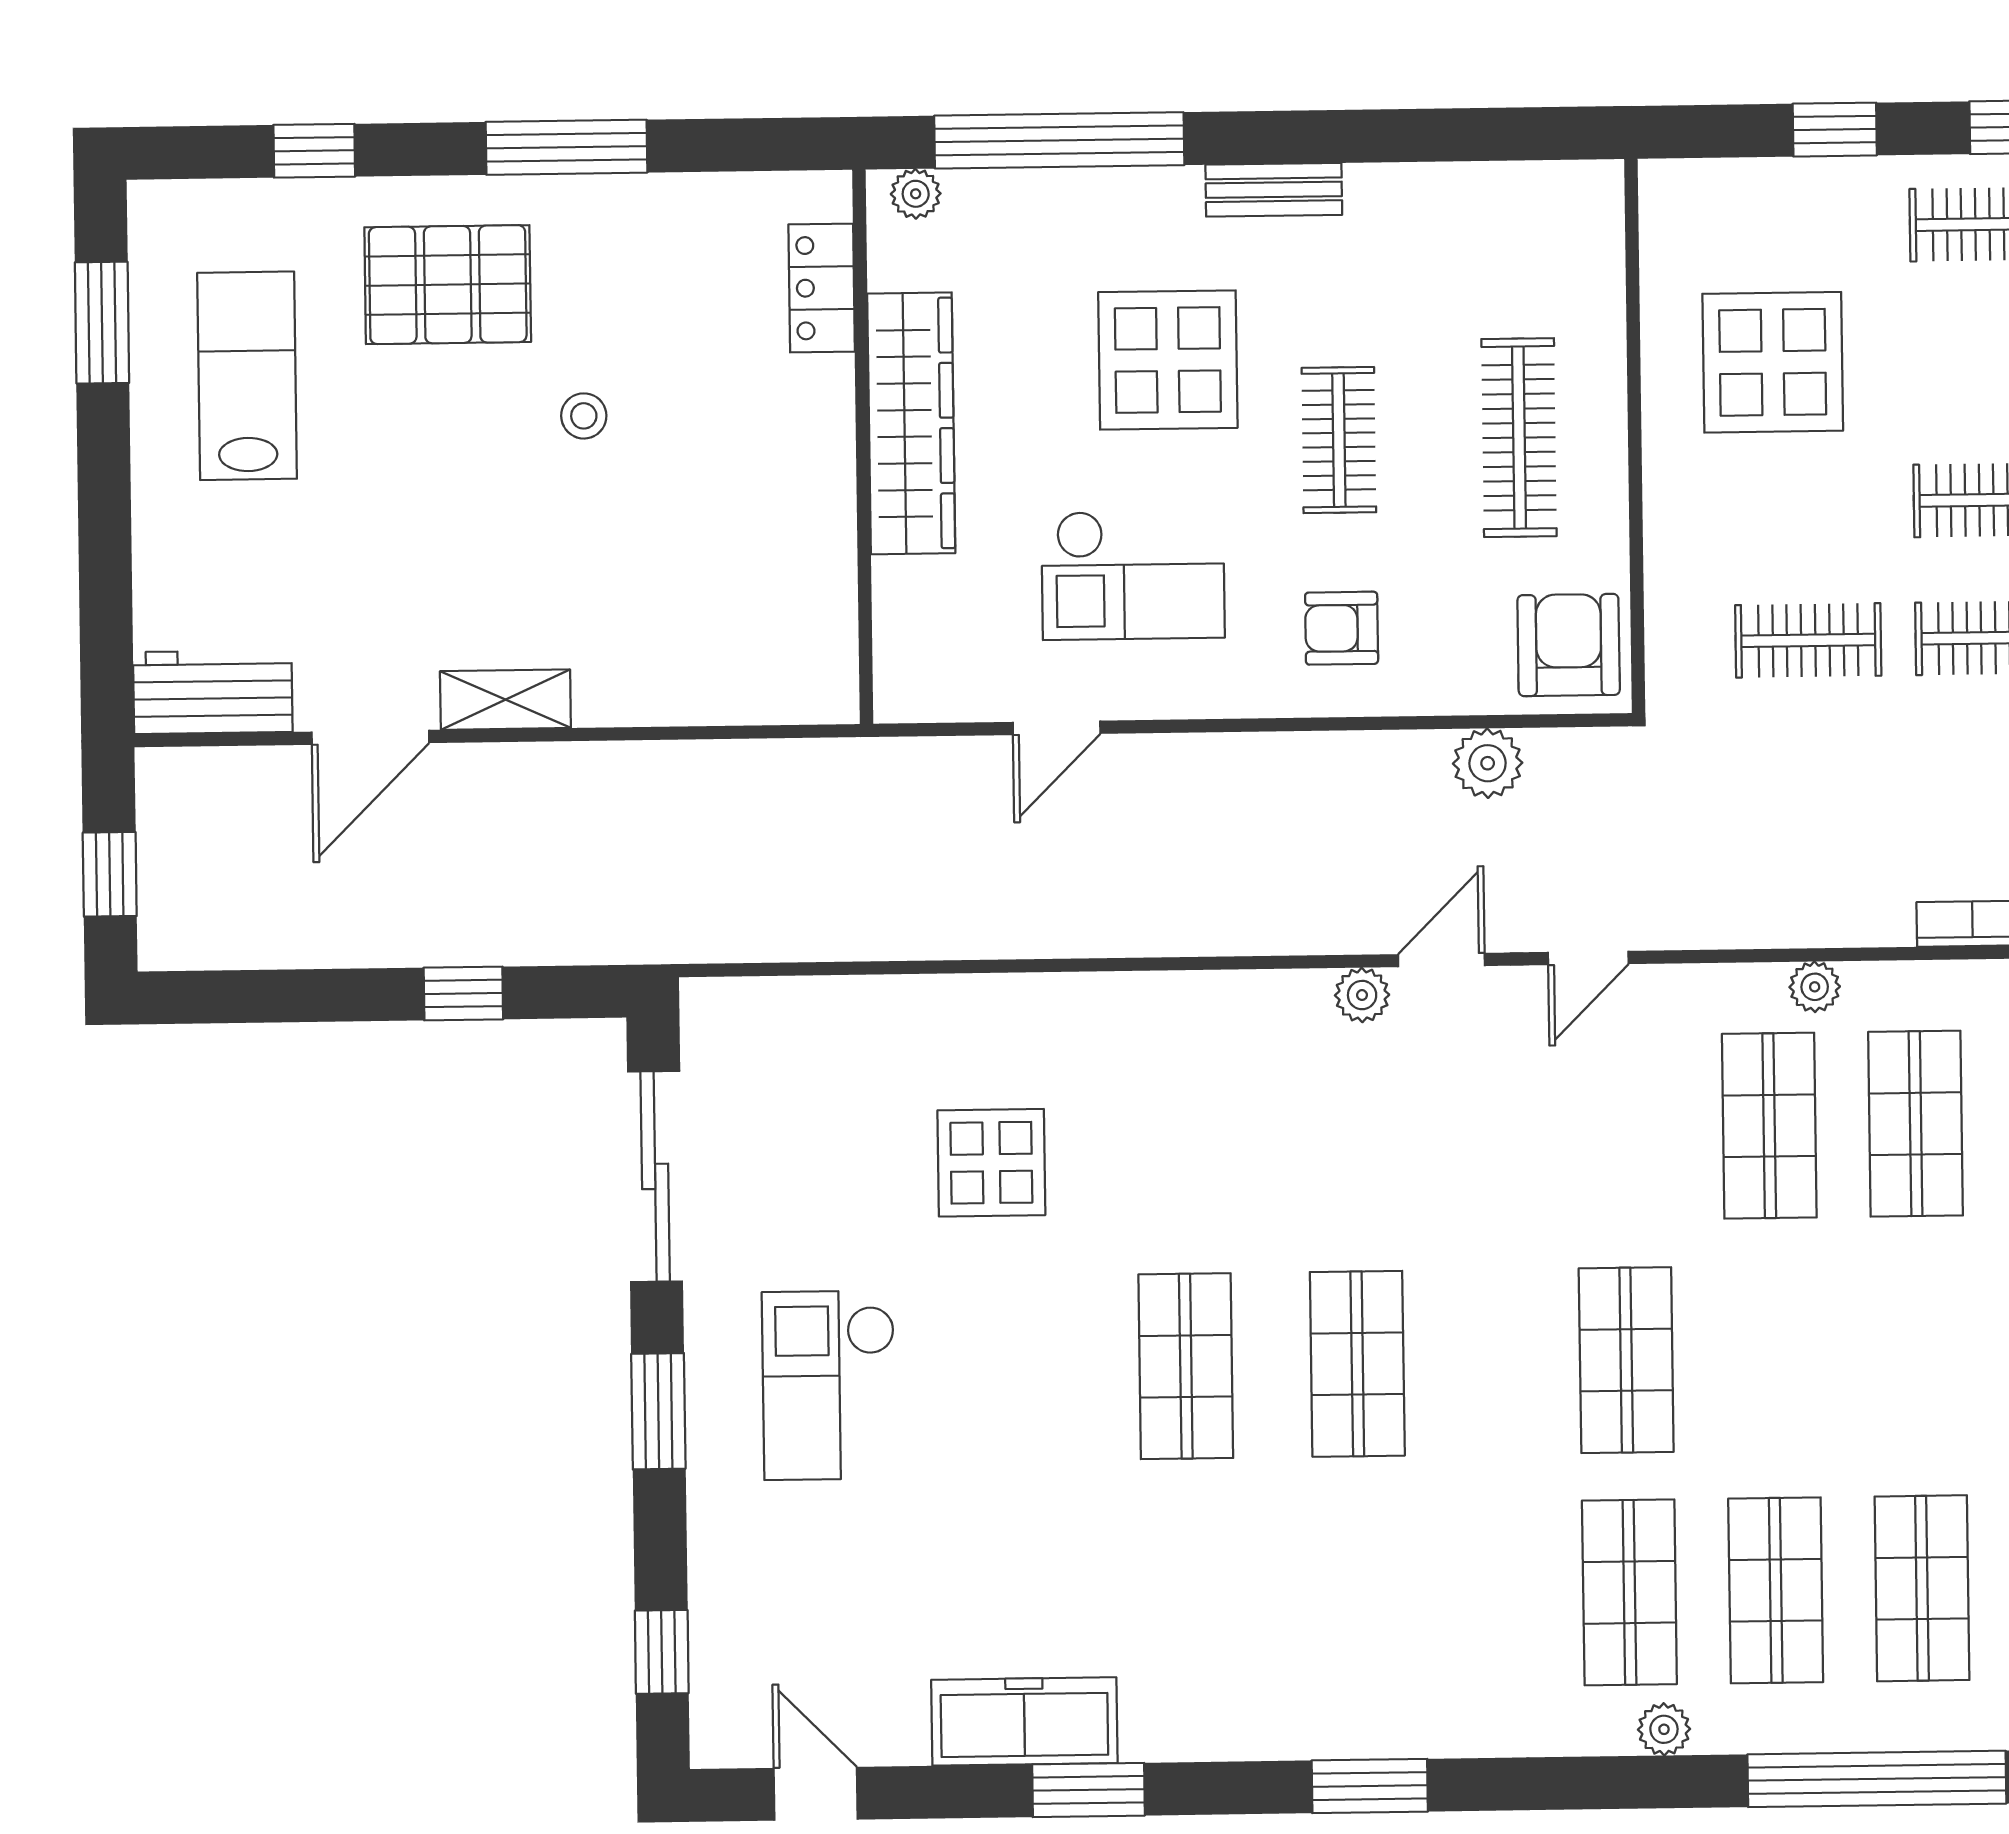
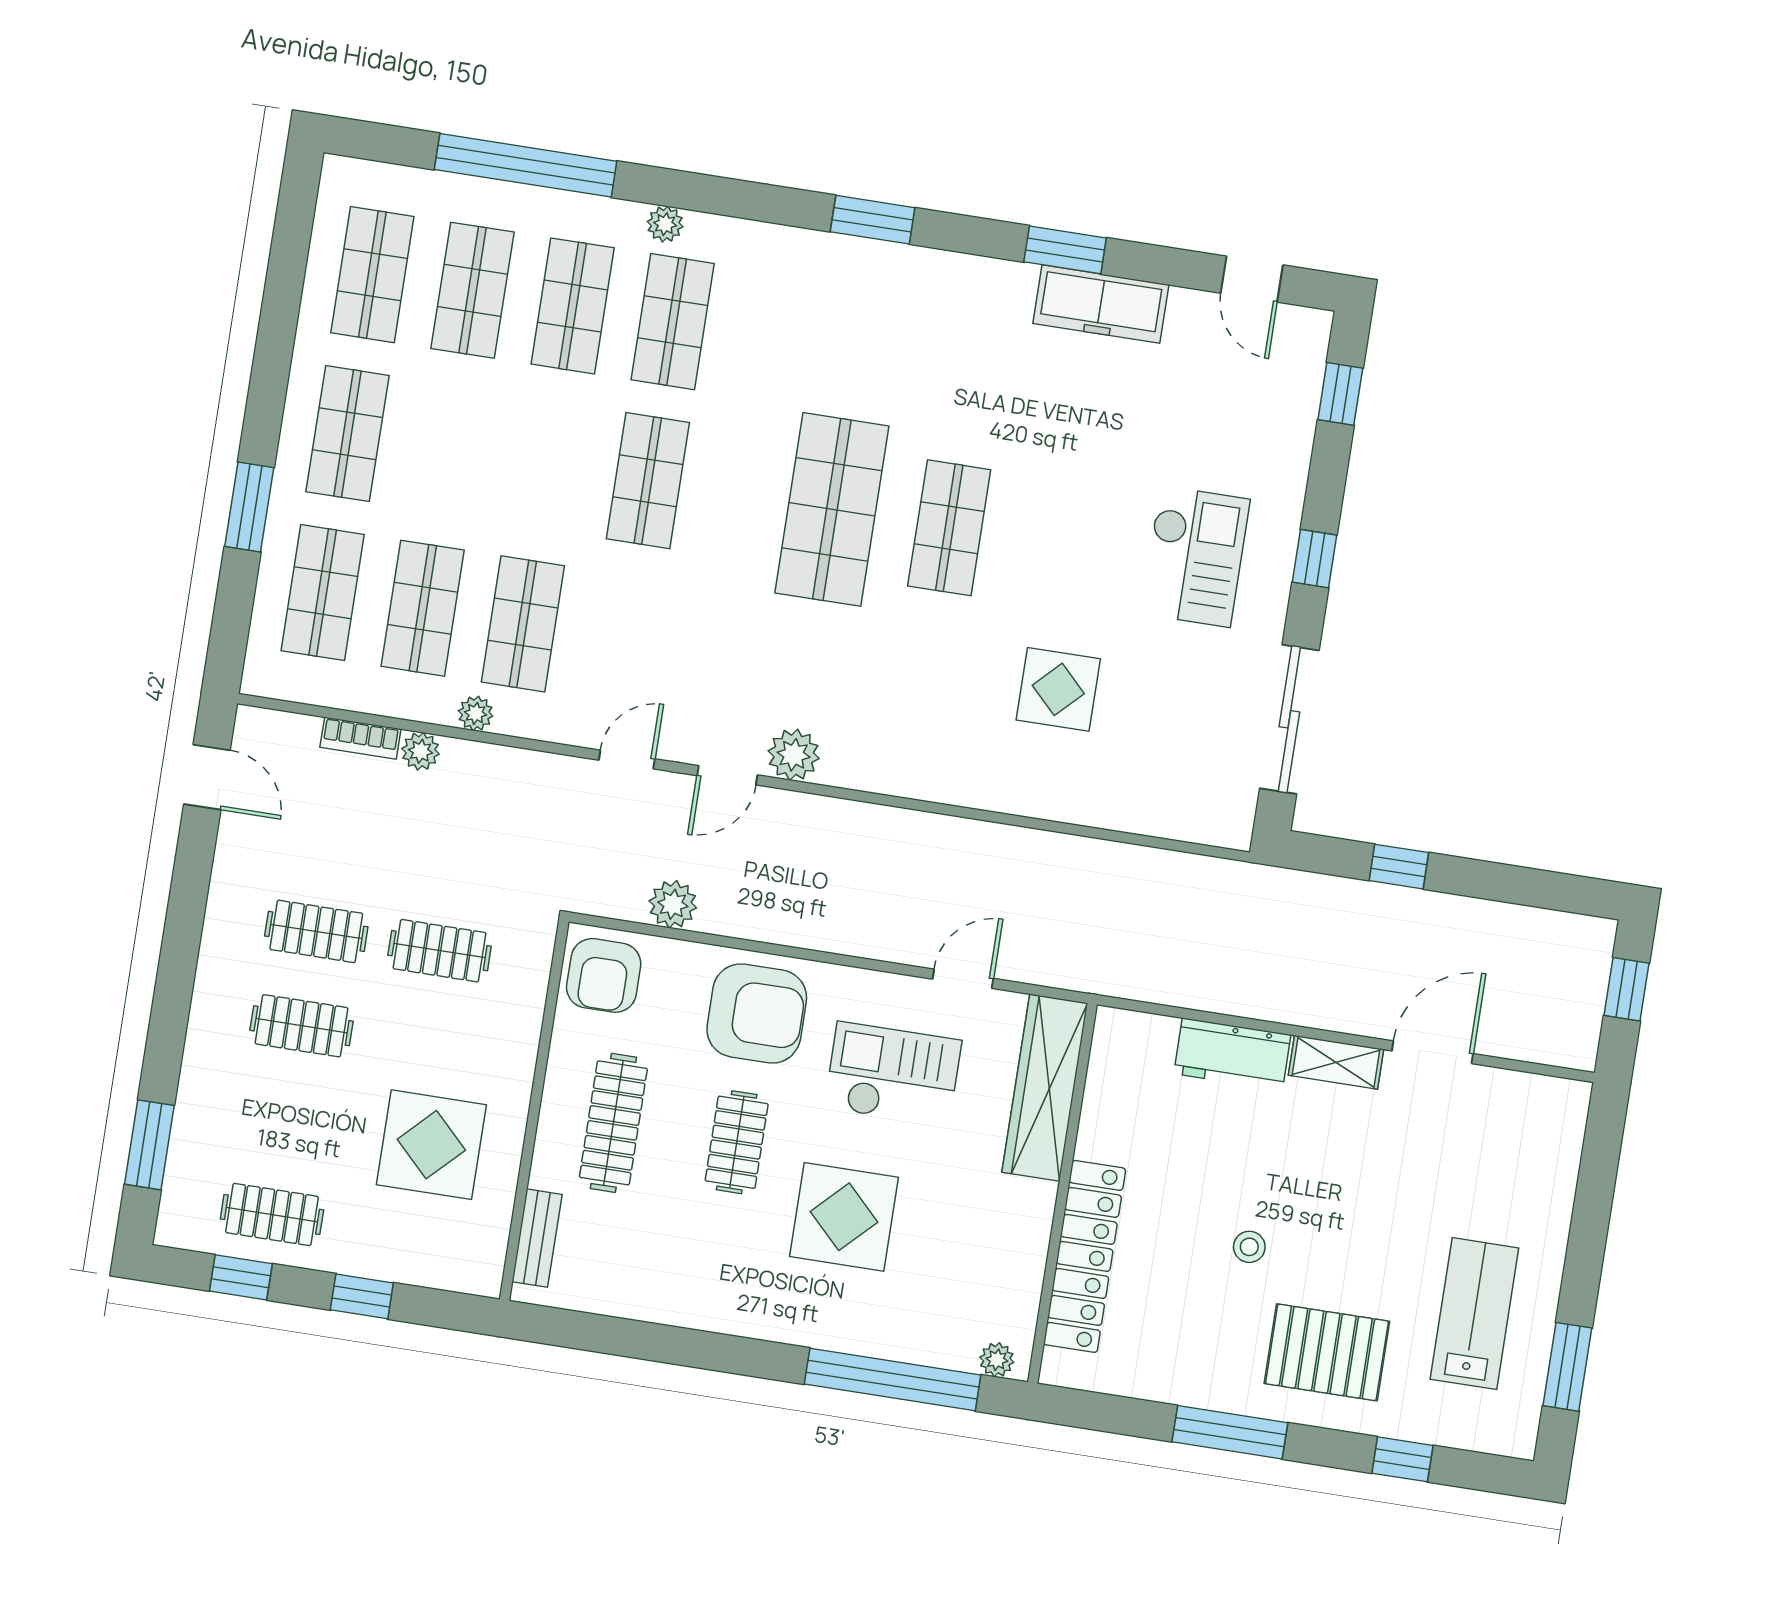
bench: (1274, 190) -> (537, 1238), moved, turned 90
locker: (822, 288) -> (1085, 1256), width x2.16, depth x1.21
lab bench: (247, 376) -> (1474, 1314), turned 180
wardrobe: (911, 423) -> (1045, 1088), moved
armchair: (1342, 628) -> (757, 1013), width x1.88, depth x1.88
workbench: (213, 692) -> (1232, 1054), moved
plant: (1884, 920) -> (421, 751), added
plant: (1362, 995) -> (794, 755), width x1.38, depth x1.38
shop shelf: (1357, 1364) -> (832, 509), width x1.43, depth x1.36
window: (658, 1411) -> (1315, 559), width x0.67

